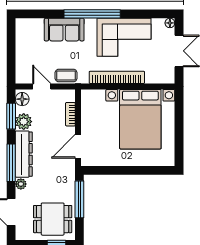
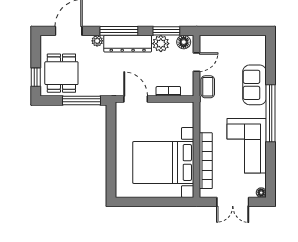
bookcase: (117, 77) -> (206, 161), moved

